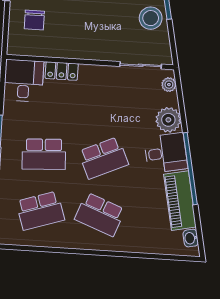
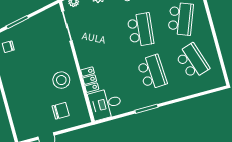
stool: (151, 18) -> (61, 80), moved
school desk: (103, 158) -> (140, 30), turned 30

